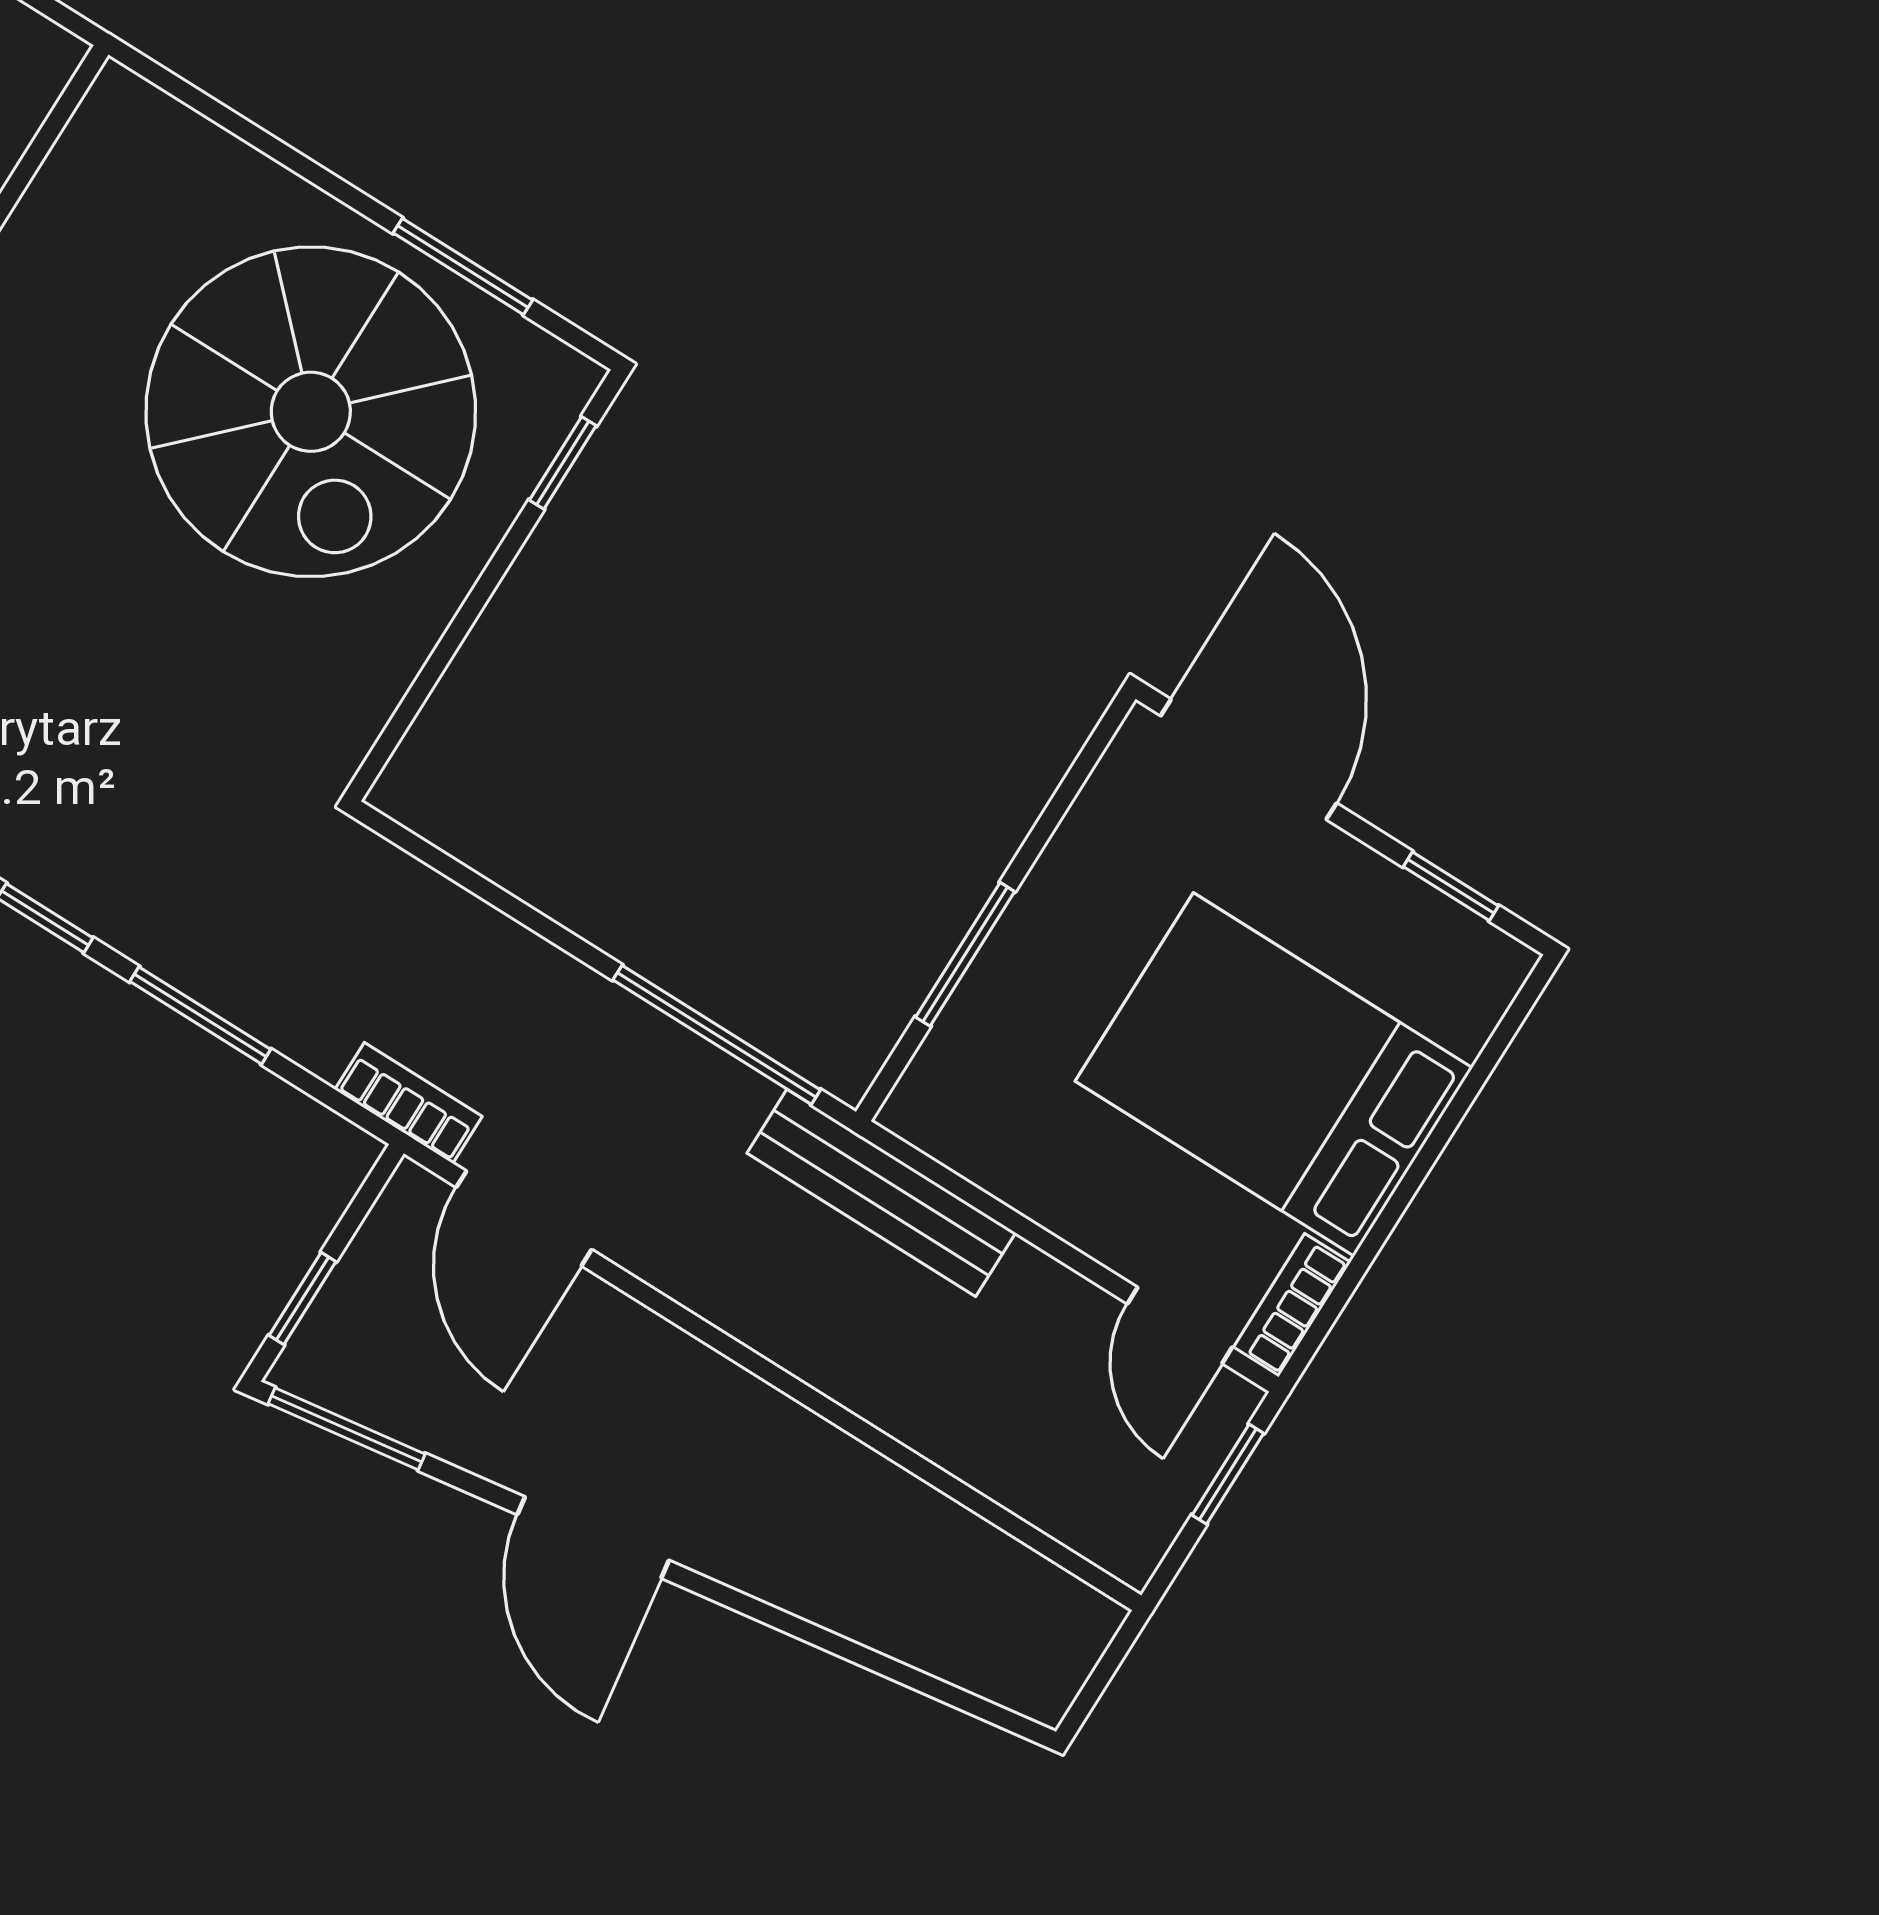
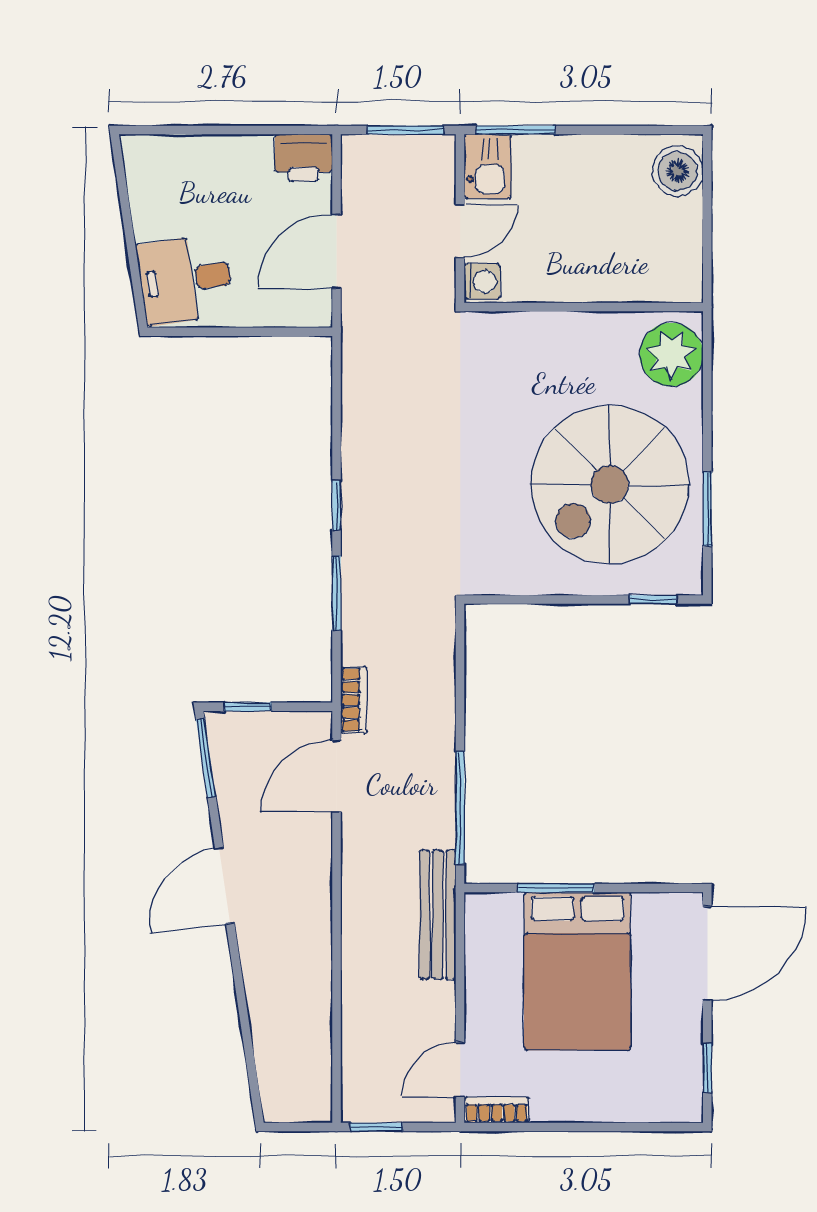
plant: (150, 159) -> (671, 355), added
bed: (1274, 1075) -> (577, 971), moved, turned 180
window: (1228, 1474) -> (376, 1127), moved

